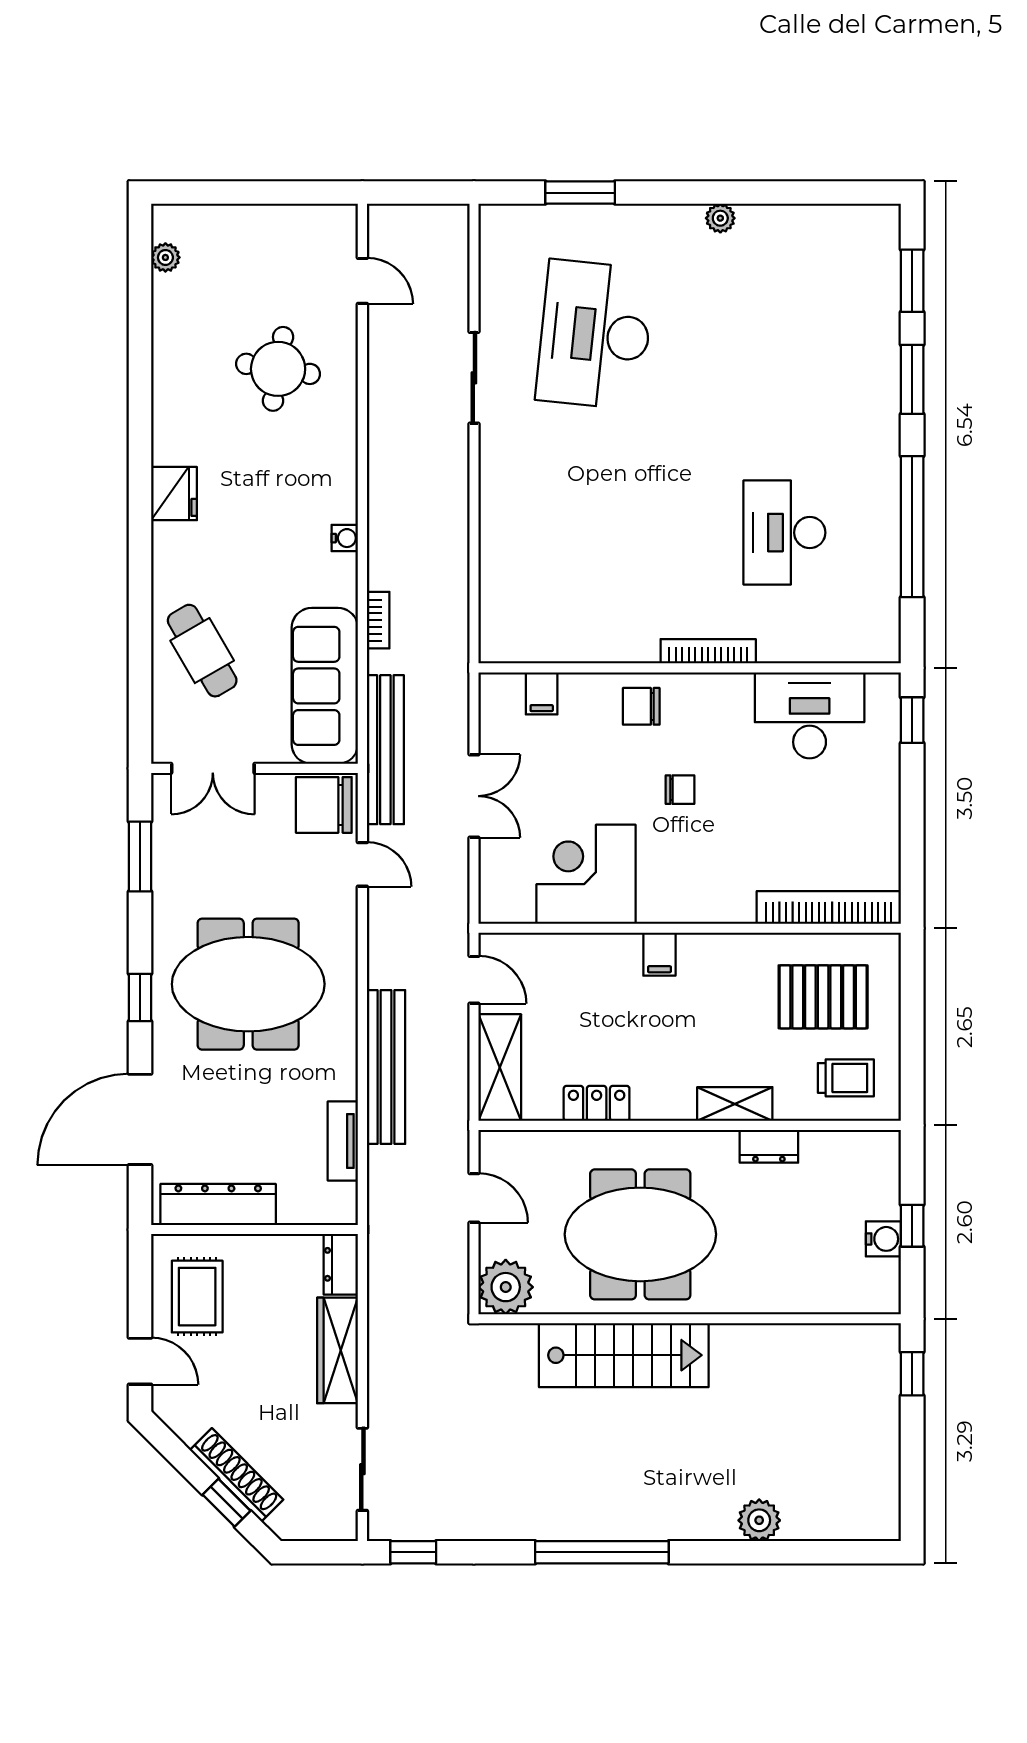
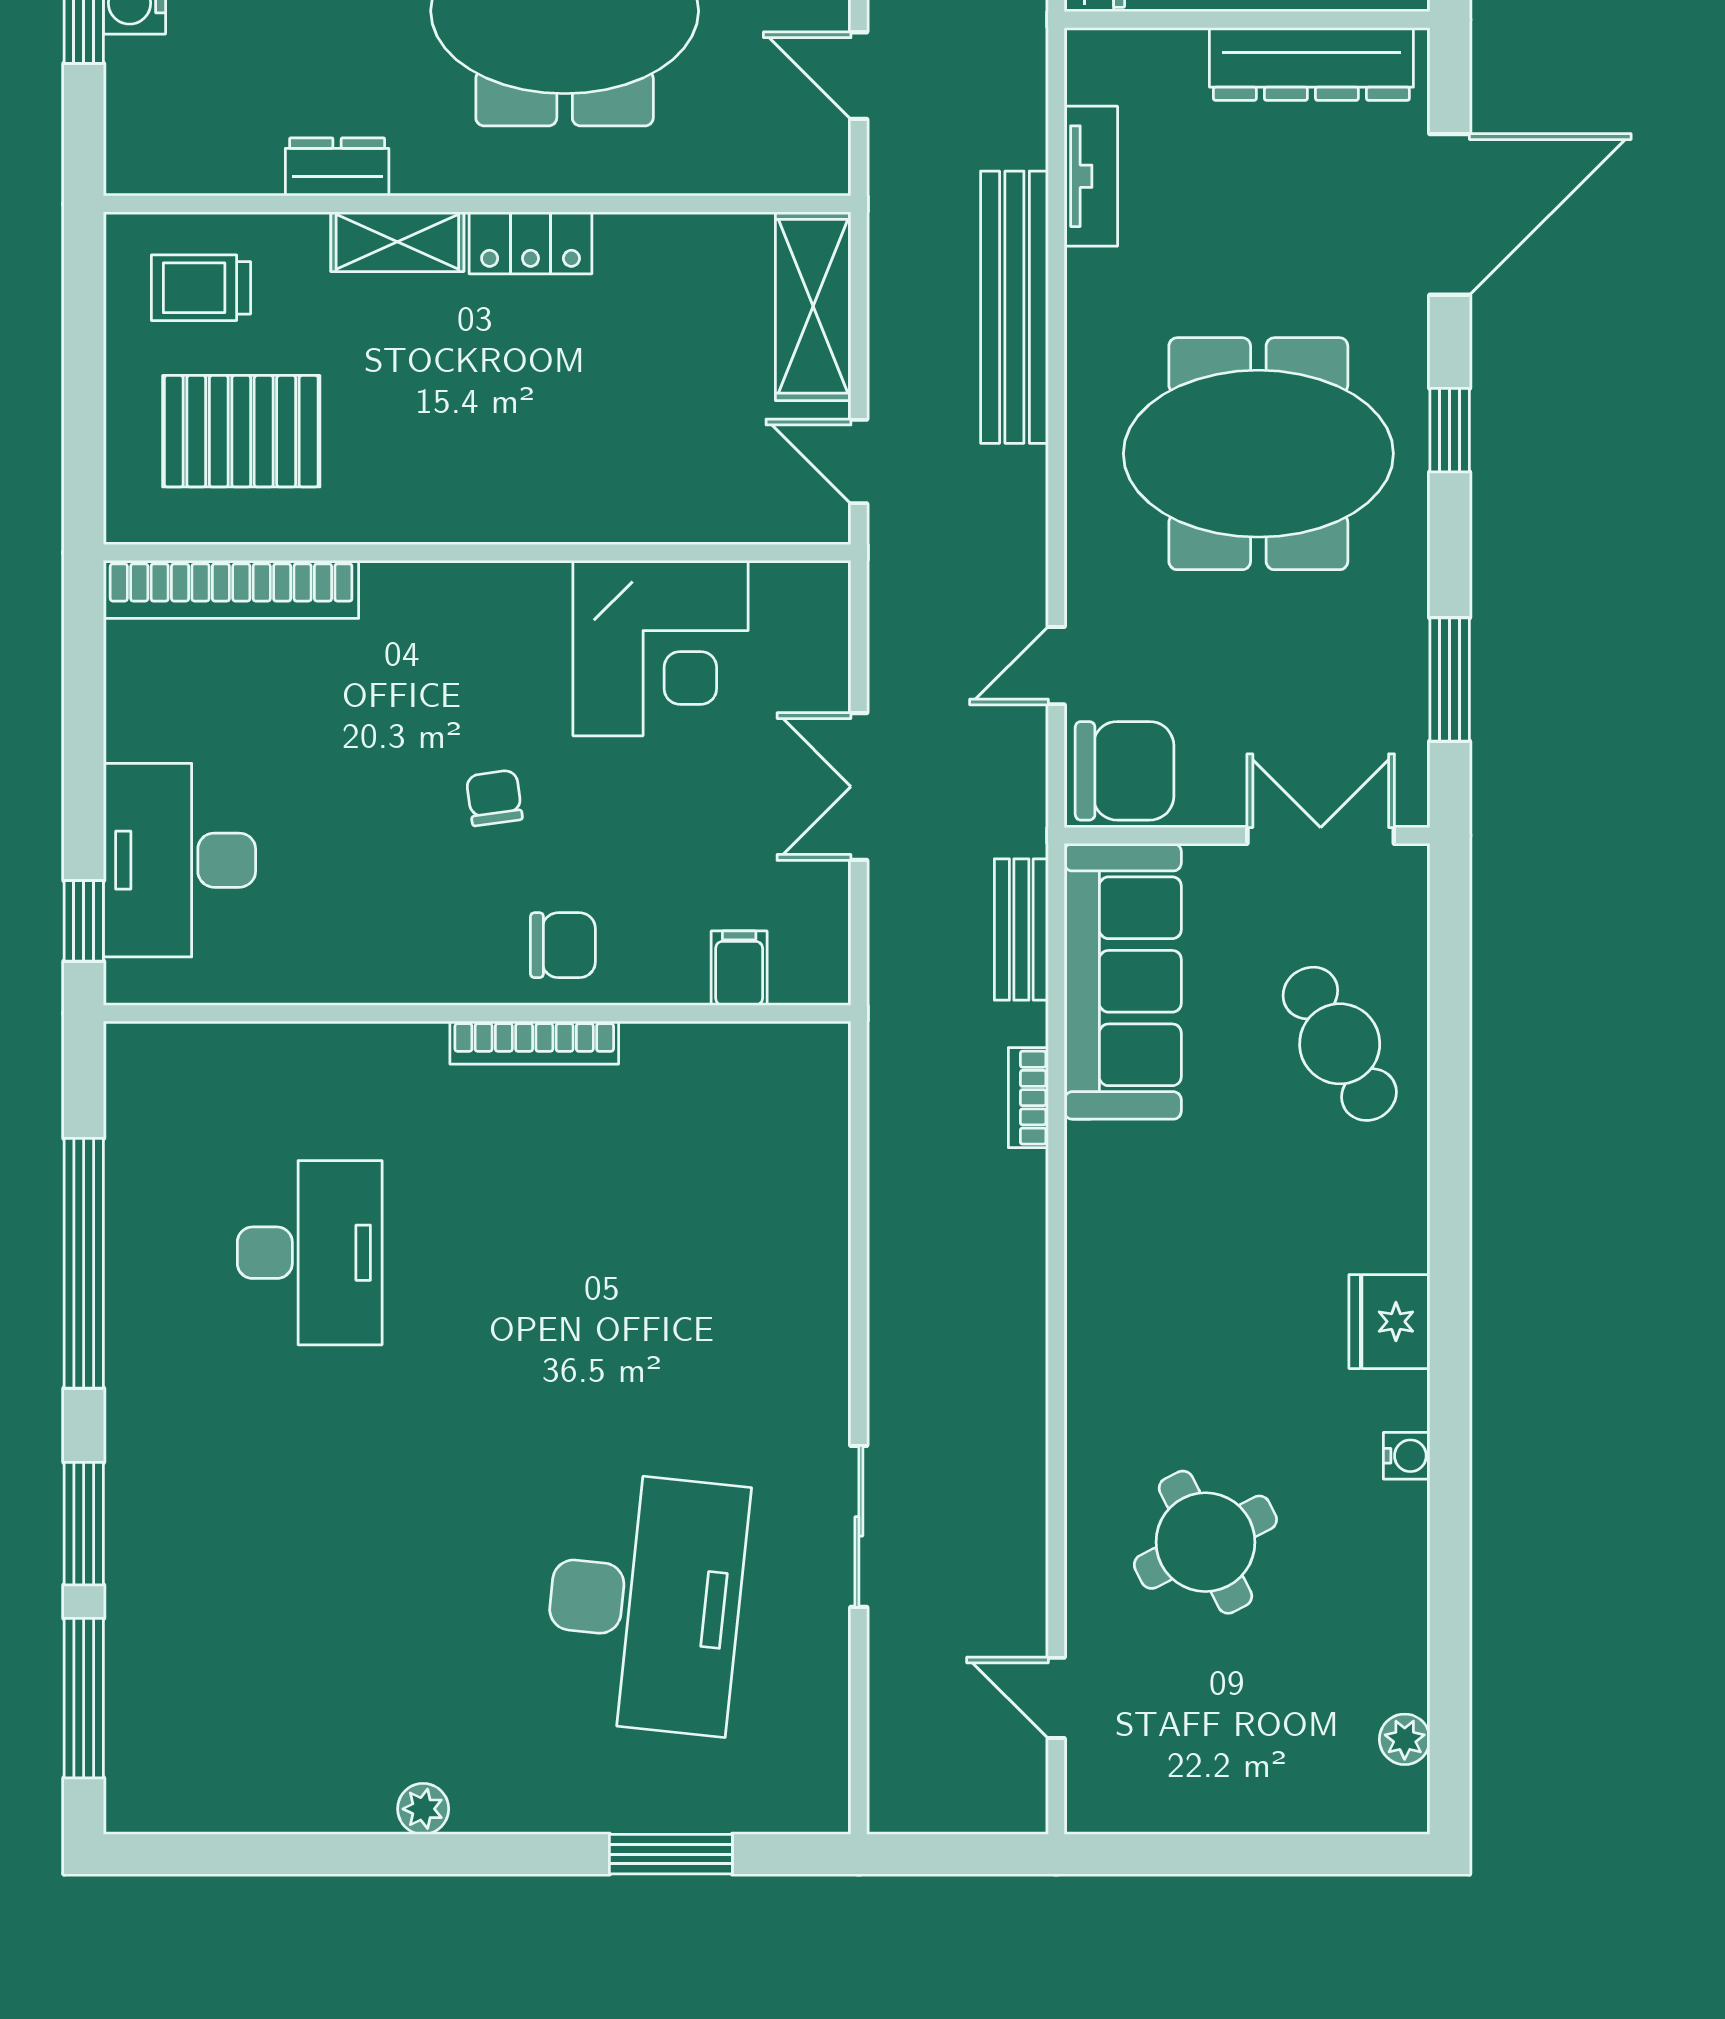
window: (912, 281) -> (84, 1698), width x1.44
round table: (278, 369) -> (1205, 1542), turned -36
water cooler: (345, 538) -> (1407, 1456), moved, turned 180
bookcase: (708, 651) -> (534, 1043), moved
desk: (810, 715) -> (180, 860), moved, turned 90
bench: (385, 750) -> (1021, 930), width x0.54, depth x0.82
chair: (680, 790) -> (494, 798), turned 82
door: (362, 864) -> (1056, 666), hinge flipped
filing cabinet: (659, 954) -> (531, 507), removed
locker: (597, 1103) -> (531, 243), moved

